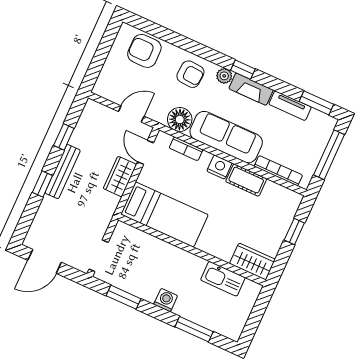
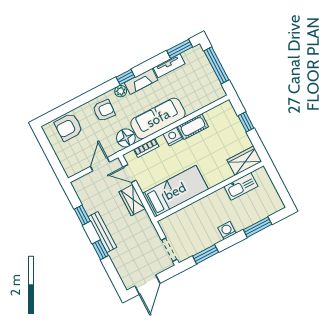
bookcase: (278, 171) -> (202, 103), removed

